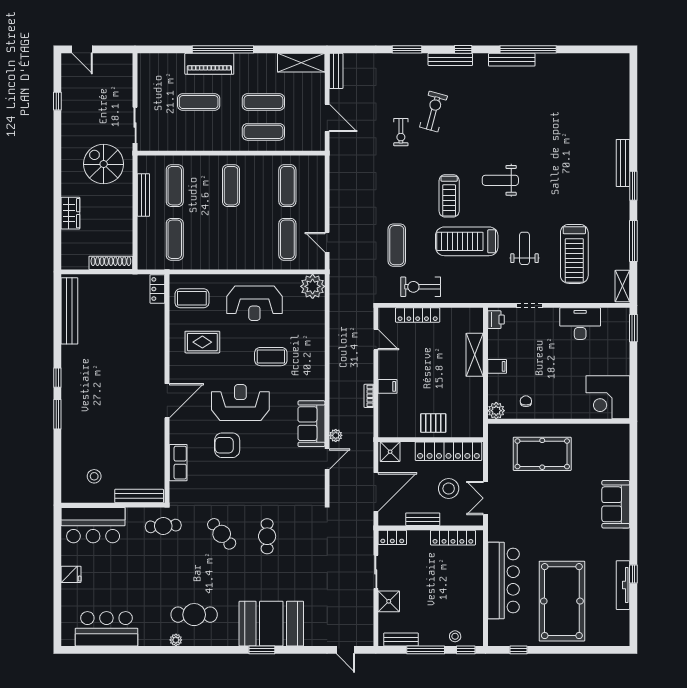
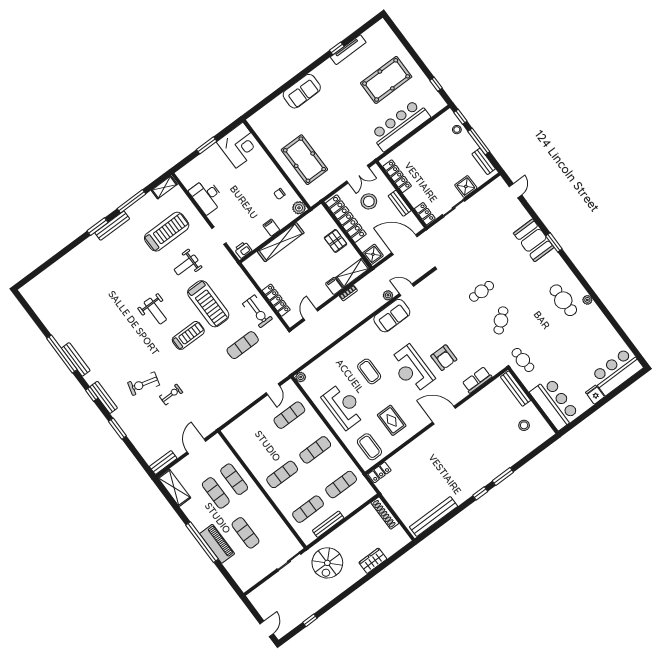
bench: (623, 163) -> (112, 226), moved
exercise mat: (287, 186) -> (315, 450), moved
plant: (313, 286) -> (301, 377), width x0.53, depth x0.53
window: (633, 328) -> (207, 145), moved
shelving: (475, 355) -> (281, 242), width x1.47
shelving: (387, 416) -> (353, 273), added
pool table: (562, 601) -> (386, 80), width x0.73, depth x0.76
booth: (271, 624) -> (534, 240), width x0.73, depth x0.70
bar counter: (106, 629) -> (617, 371), moved, turned 90

